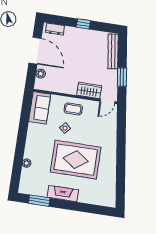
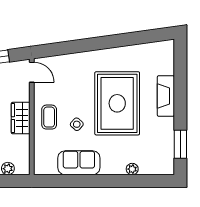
wardrobe: (89, 90) -> (21, 118), moved
sofa: (40, 108) -> (79, 163), moved
fireplace: (63, 194) -> (166, 96), moved

